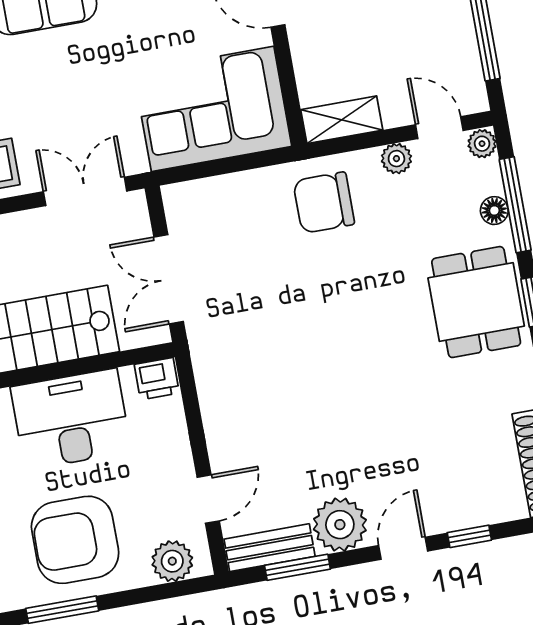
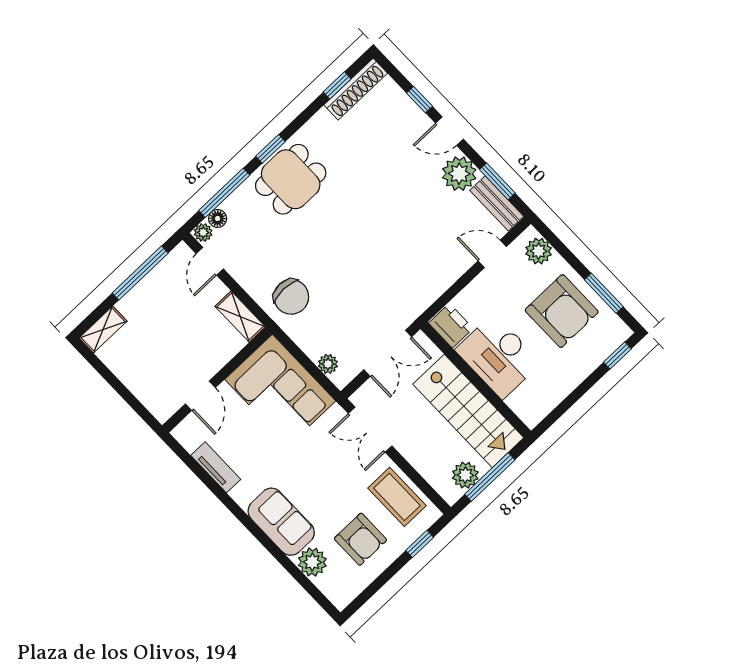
plant: (396, 159) -> (328, 364), moved
floor lamp: (494, 211) -> (218, 218), moved
printer: (157, 379) -> (451, 326), width x1.36, depth x1.24

